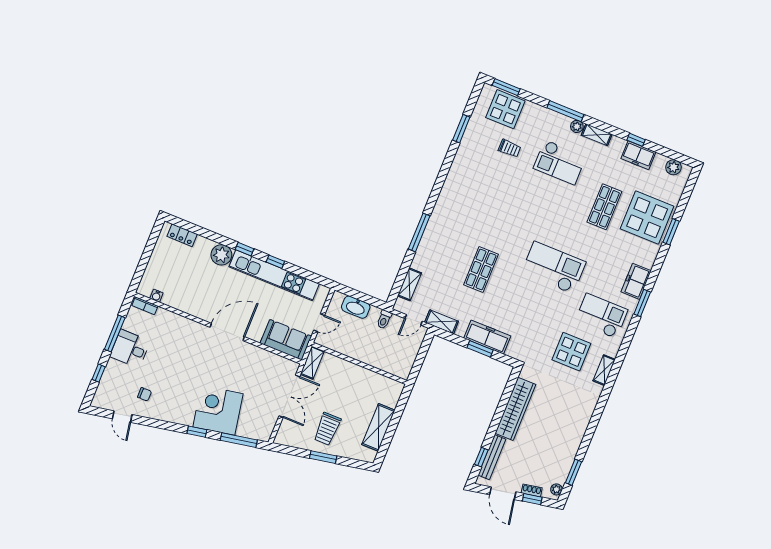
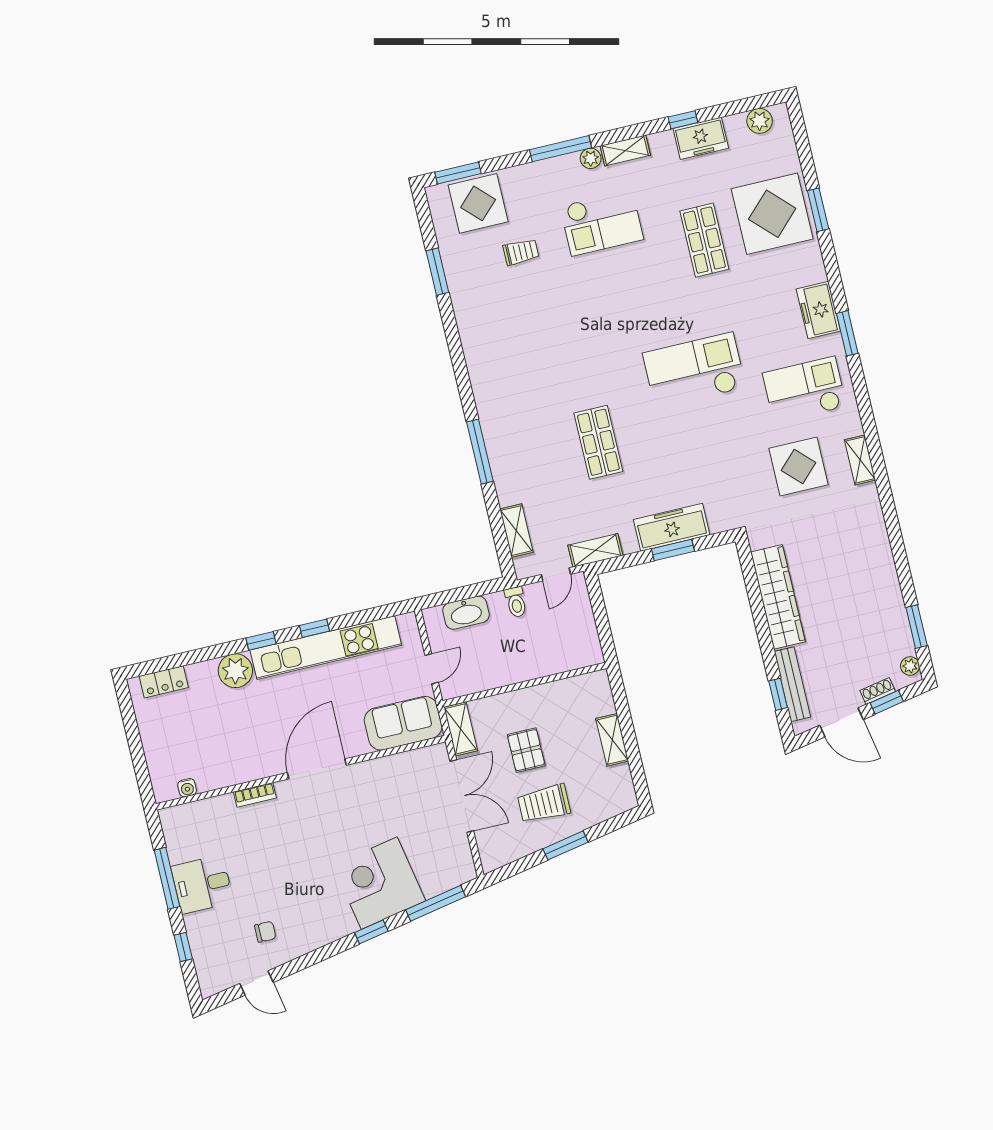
bookcase: (145, 306) -> (255, 795), moved
pallet: (337, 396) -> (526, 750), added
shelving: (378, 427) -> (612, 740), width x0.67, depth x0.75
trolley: (327, 429) -> (544, 804), turned 90

